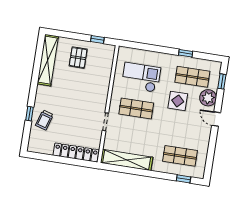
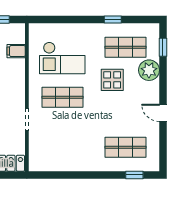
filing cabinet: (105, 66) -> (16, 51), added
checkout: (141, 77) -> (62, 58), turned 180
door: (216, 119) -> (163, 113), moved
shelving: (127, 160) -> (60, 163), removed

